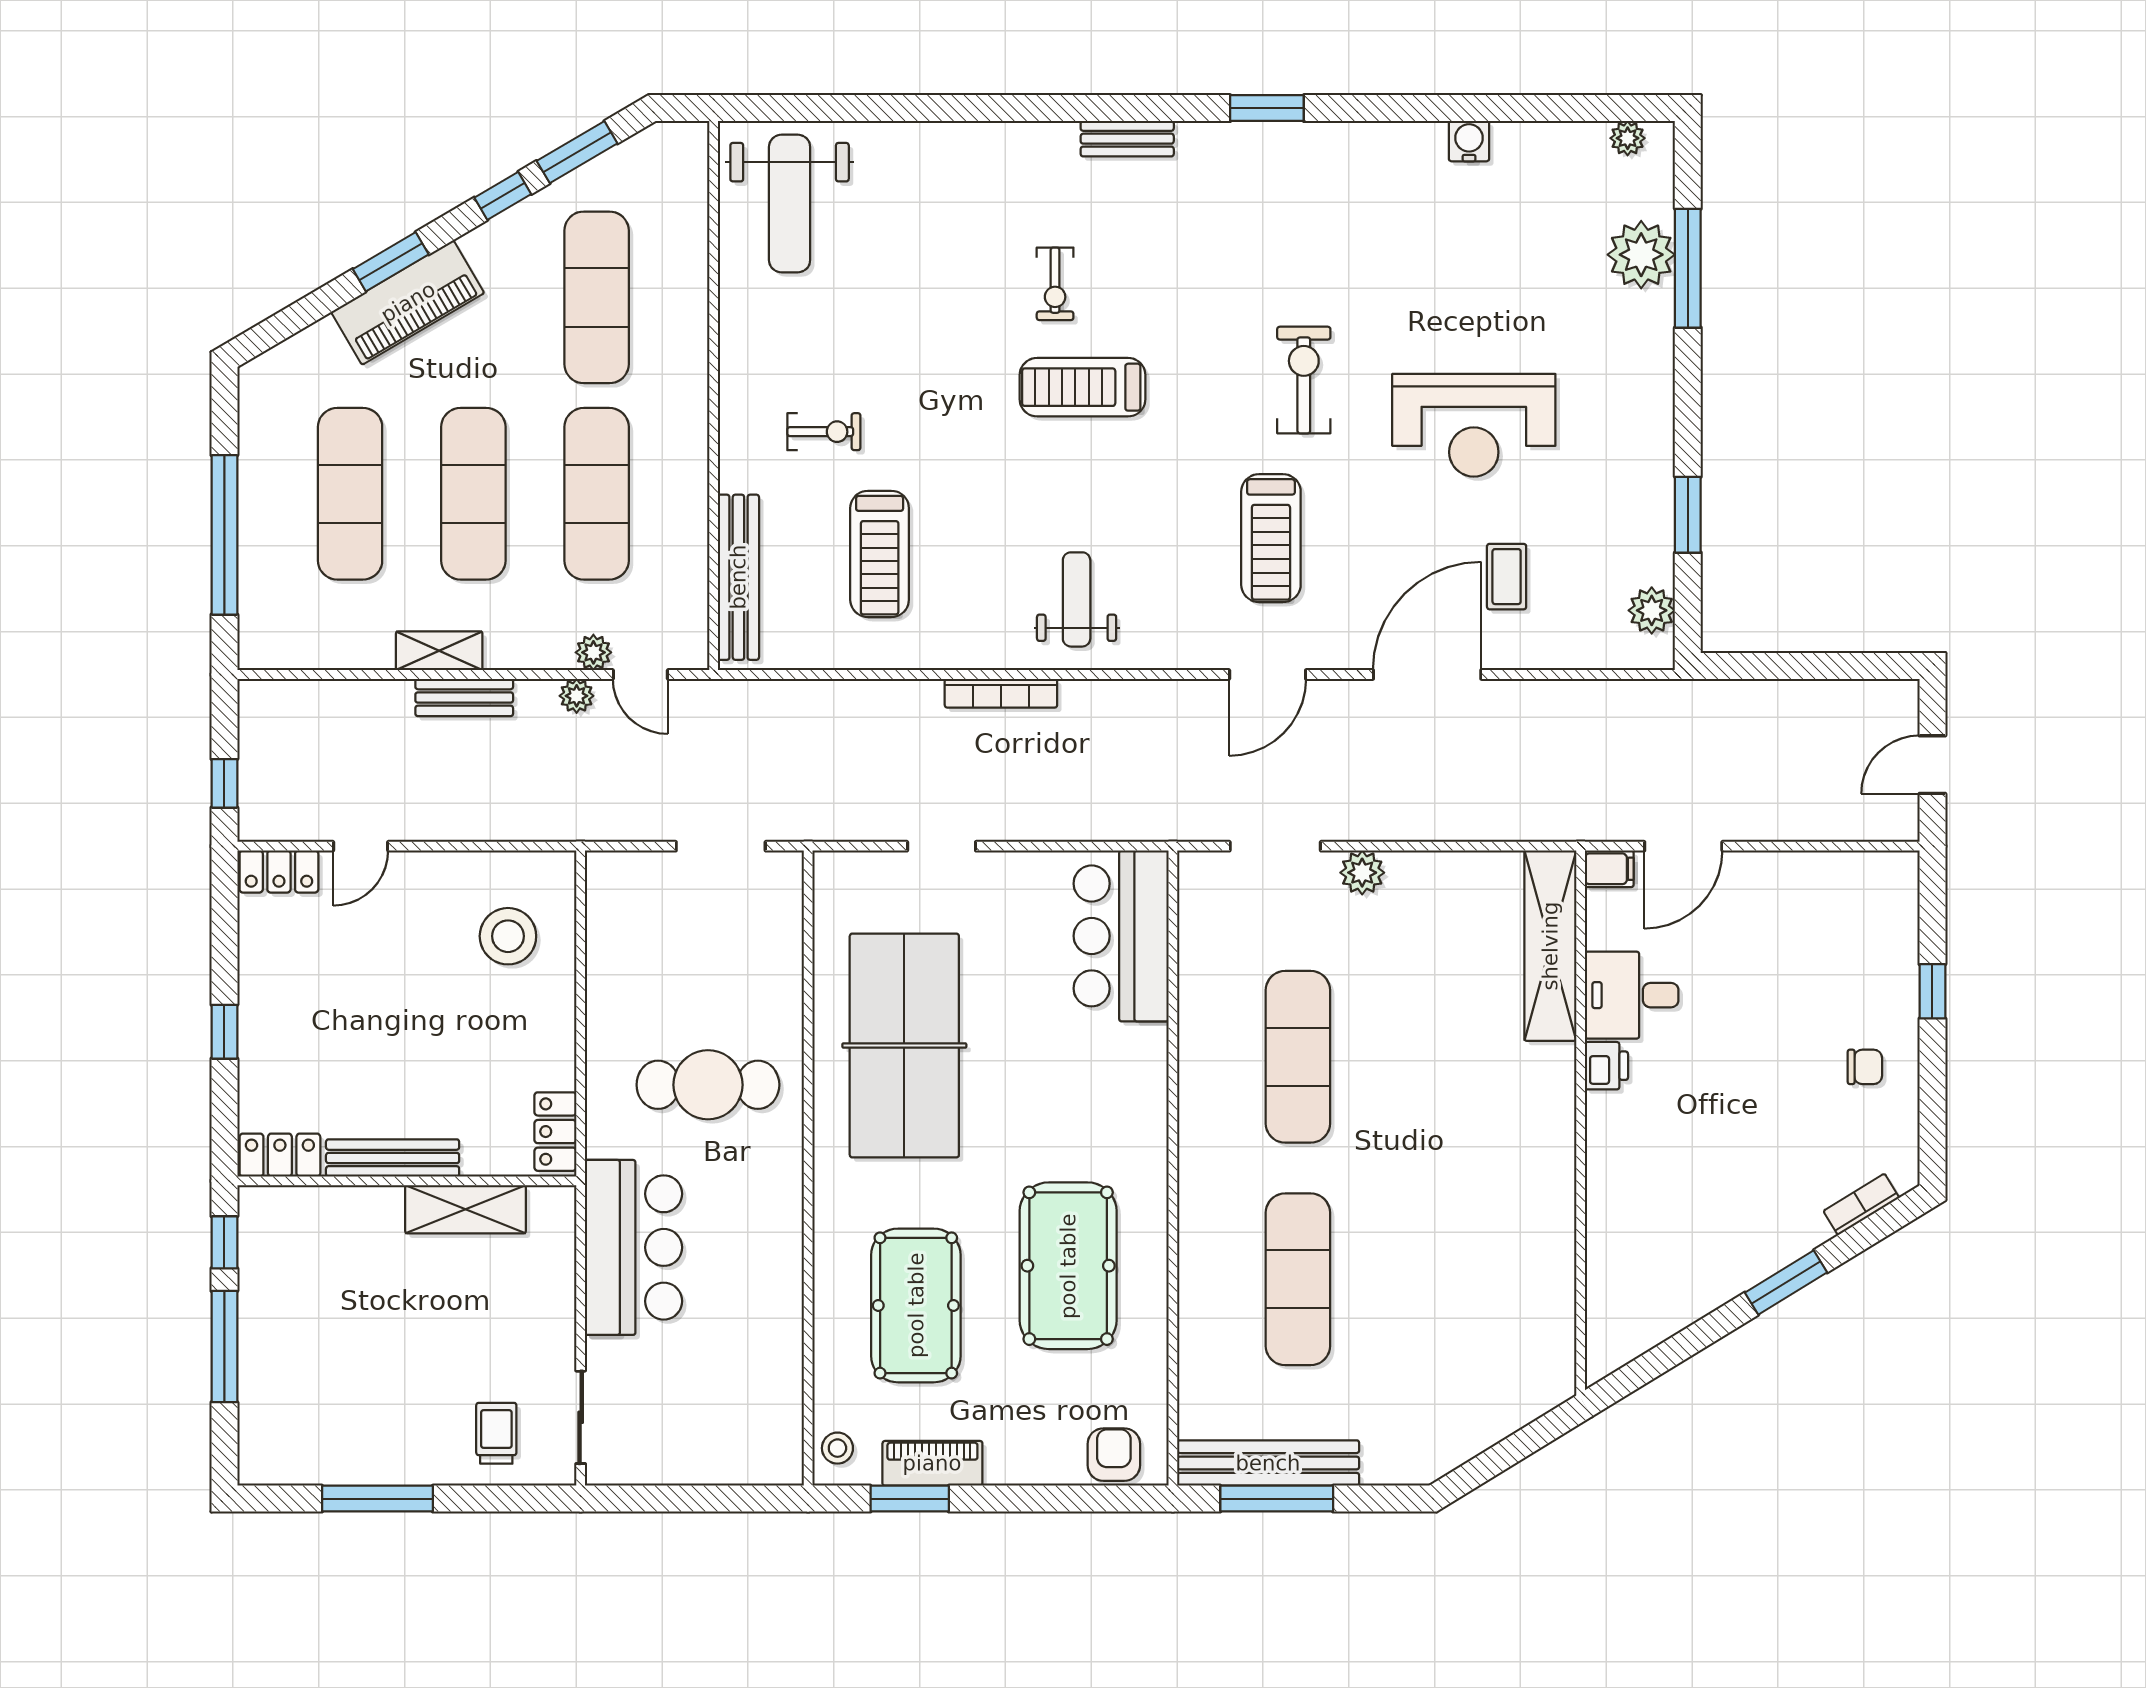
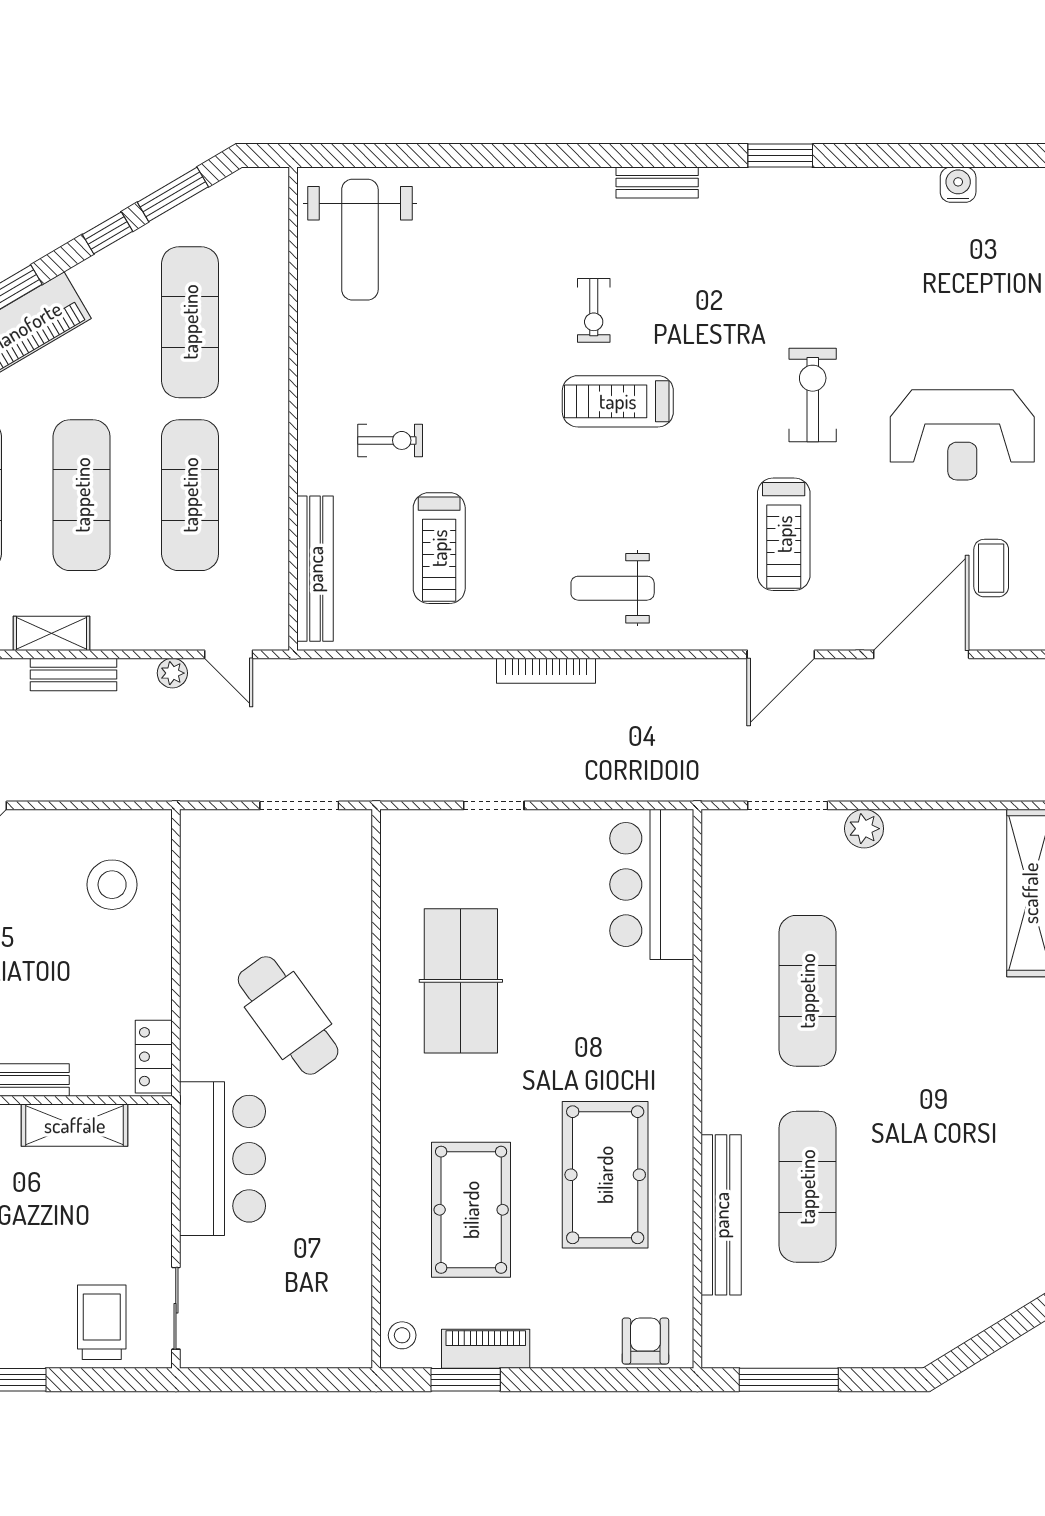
weight bench: (1077, 599) -> (613, 588), turned -90
plant: (593, 652) -> (187, 635), removed
table tennis table: (904, 1046) -> (461, 981), width x0.73, depth x0.76
cafe table: (708, 1085) -> (288, 1015), turned 54
trolley: (496, 1433) -> (102, 1322), width x1.36, depth x1.39
bench: (1268, 1463) -> (721, 1215), moved, turned 90

